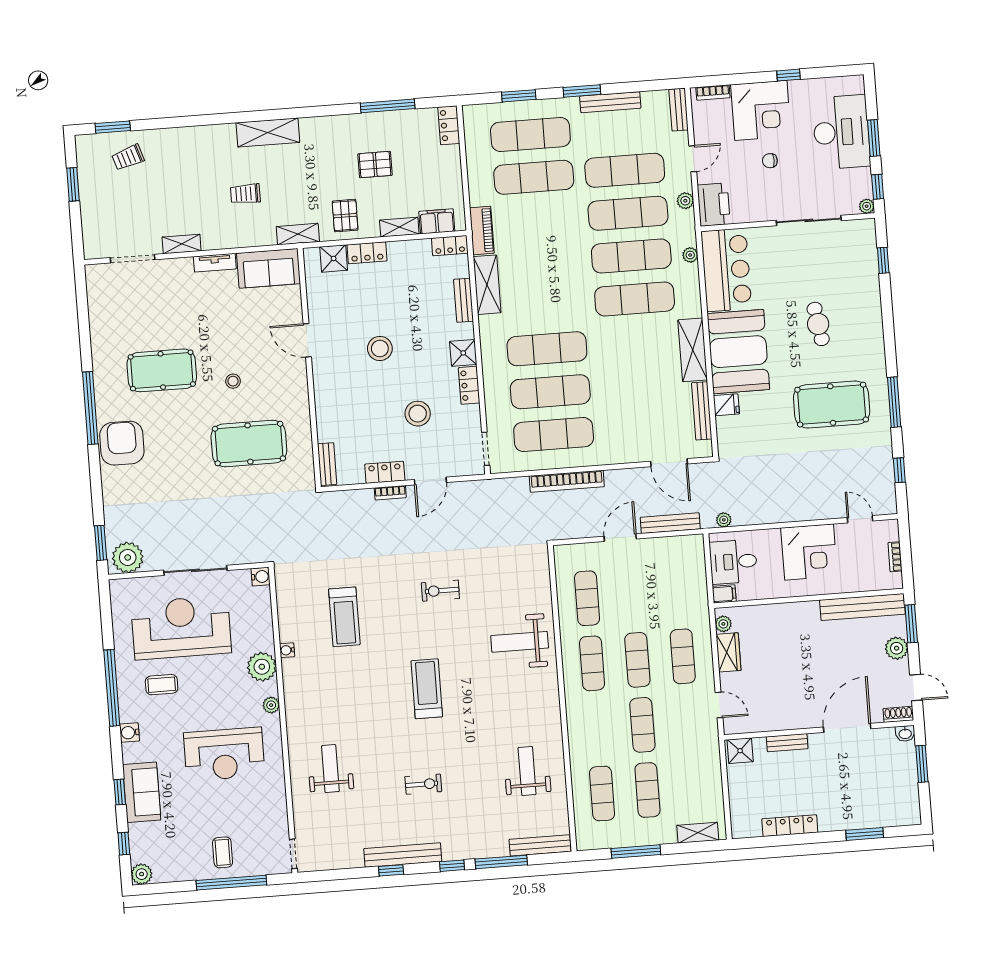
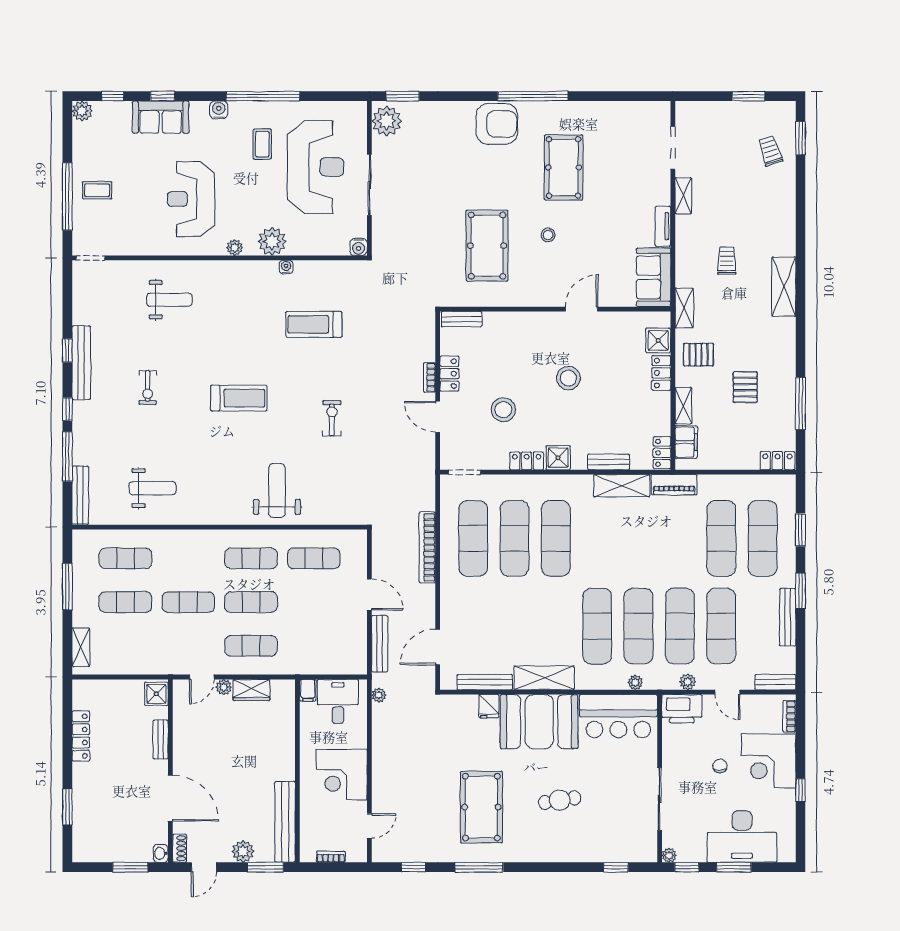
plant: (723, 624) -> (224, 687), moved

